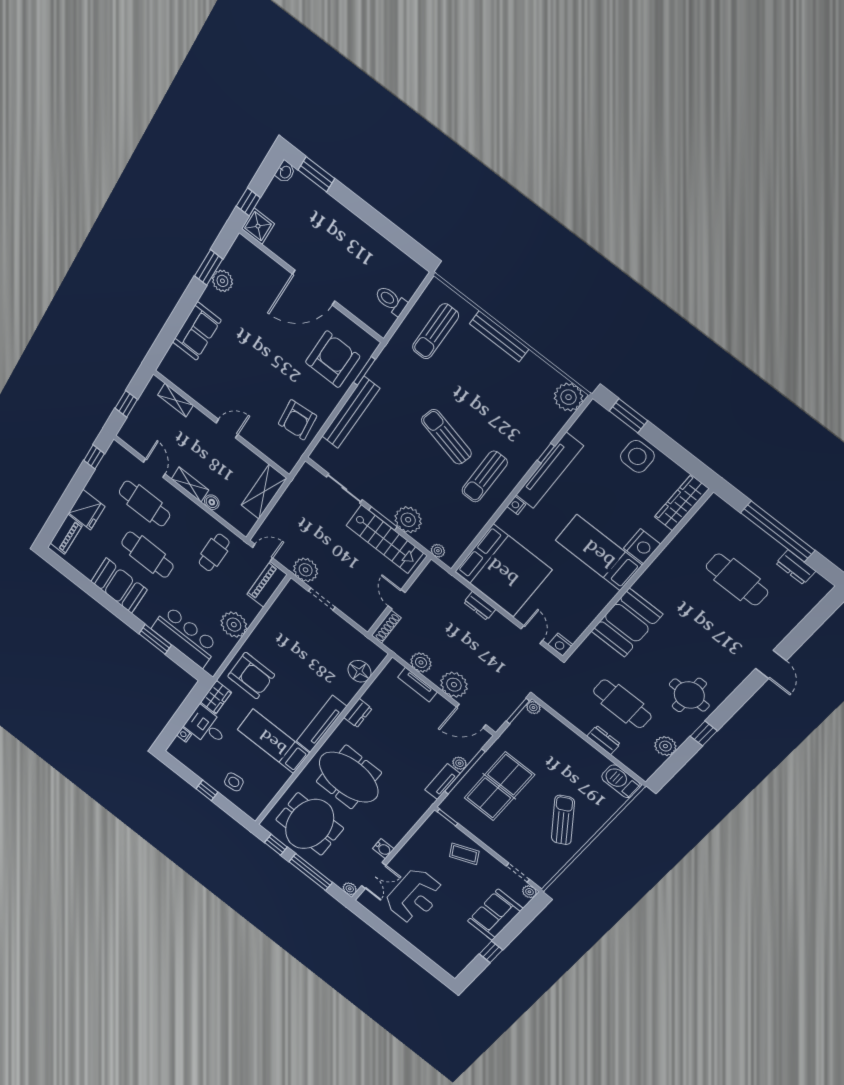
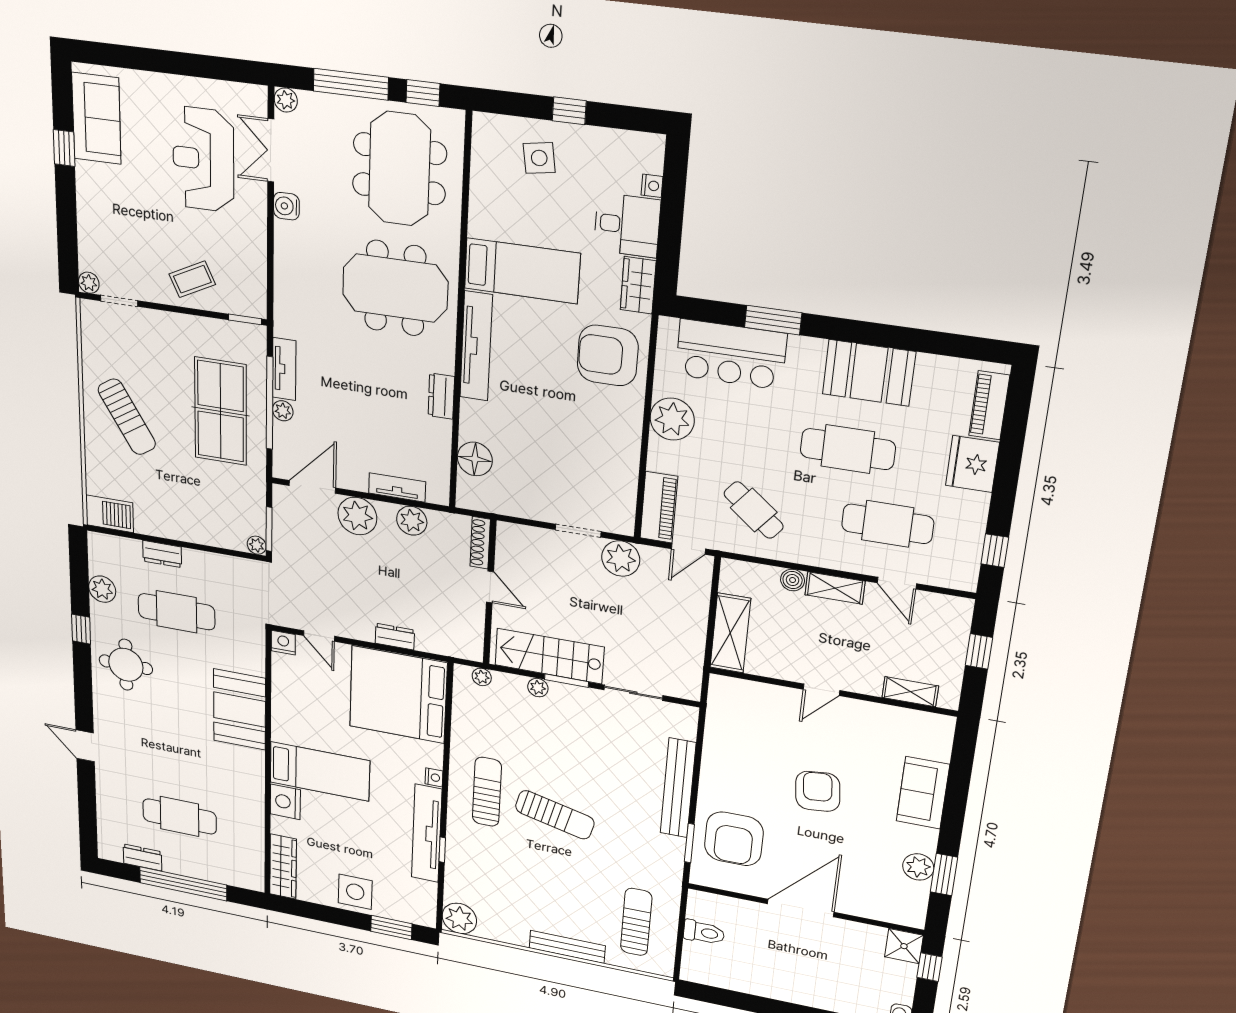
armchair: (298, 420) -> (818, 791), moved
plant: (408, 520) -> (538, 688), width x0.53, depth x0.53
cafe table: (214, 552) -> (754, 510), turned -51
sofa: (495, 915) -> (96, 118), moved

